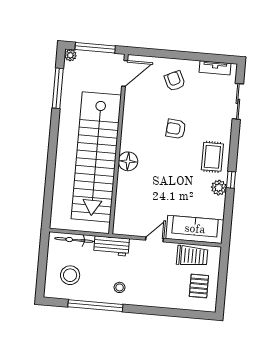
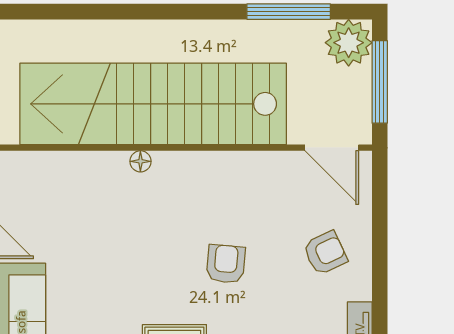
plant: (70, 55) -> (349, 43), width x1.88, depth x1.88
floor lamp: (128, 161) -> (140, 161), width x0.53, depth x0.53

